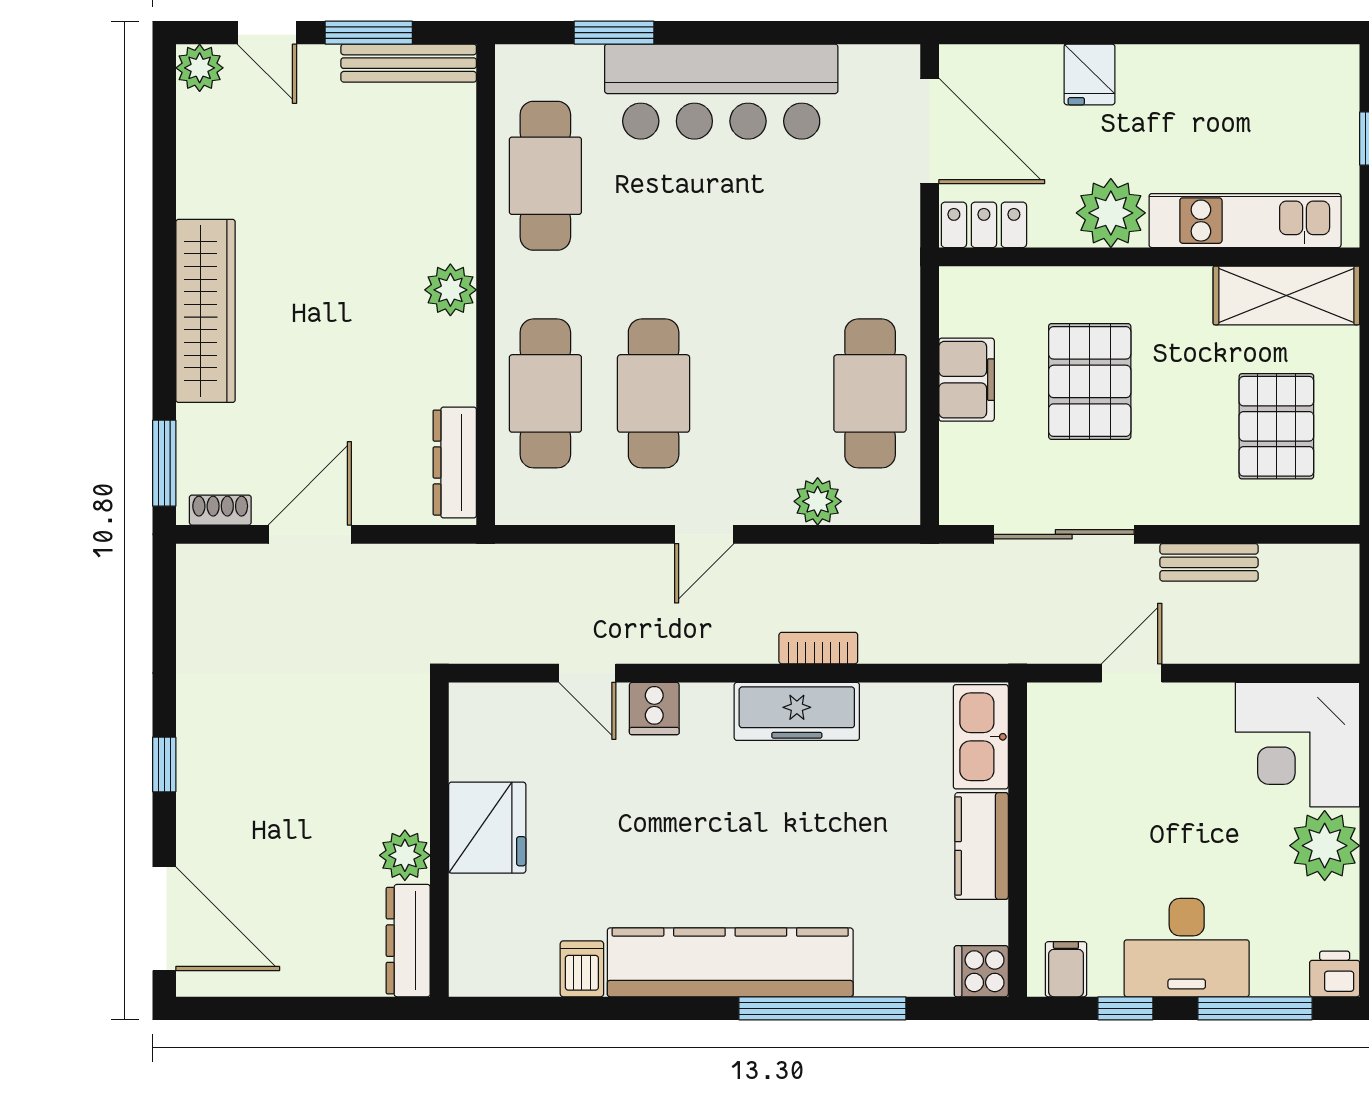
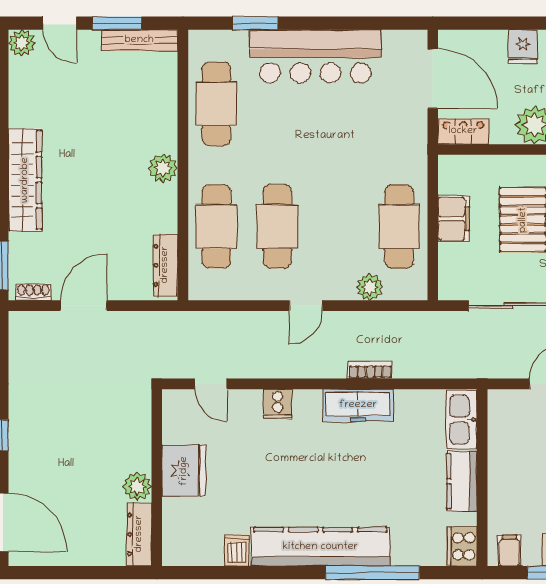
door: (587, 673) -> (211, 384), moved
cooker: (981, 971) -> (462, 546), width x1.36

